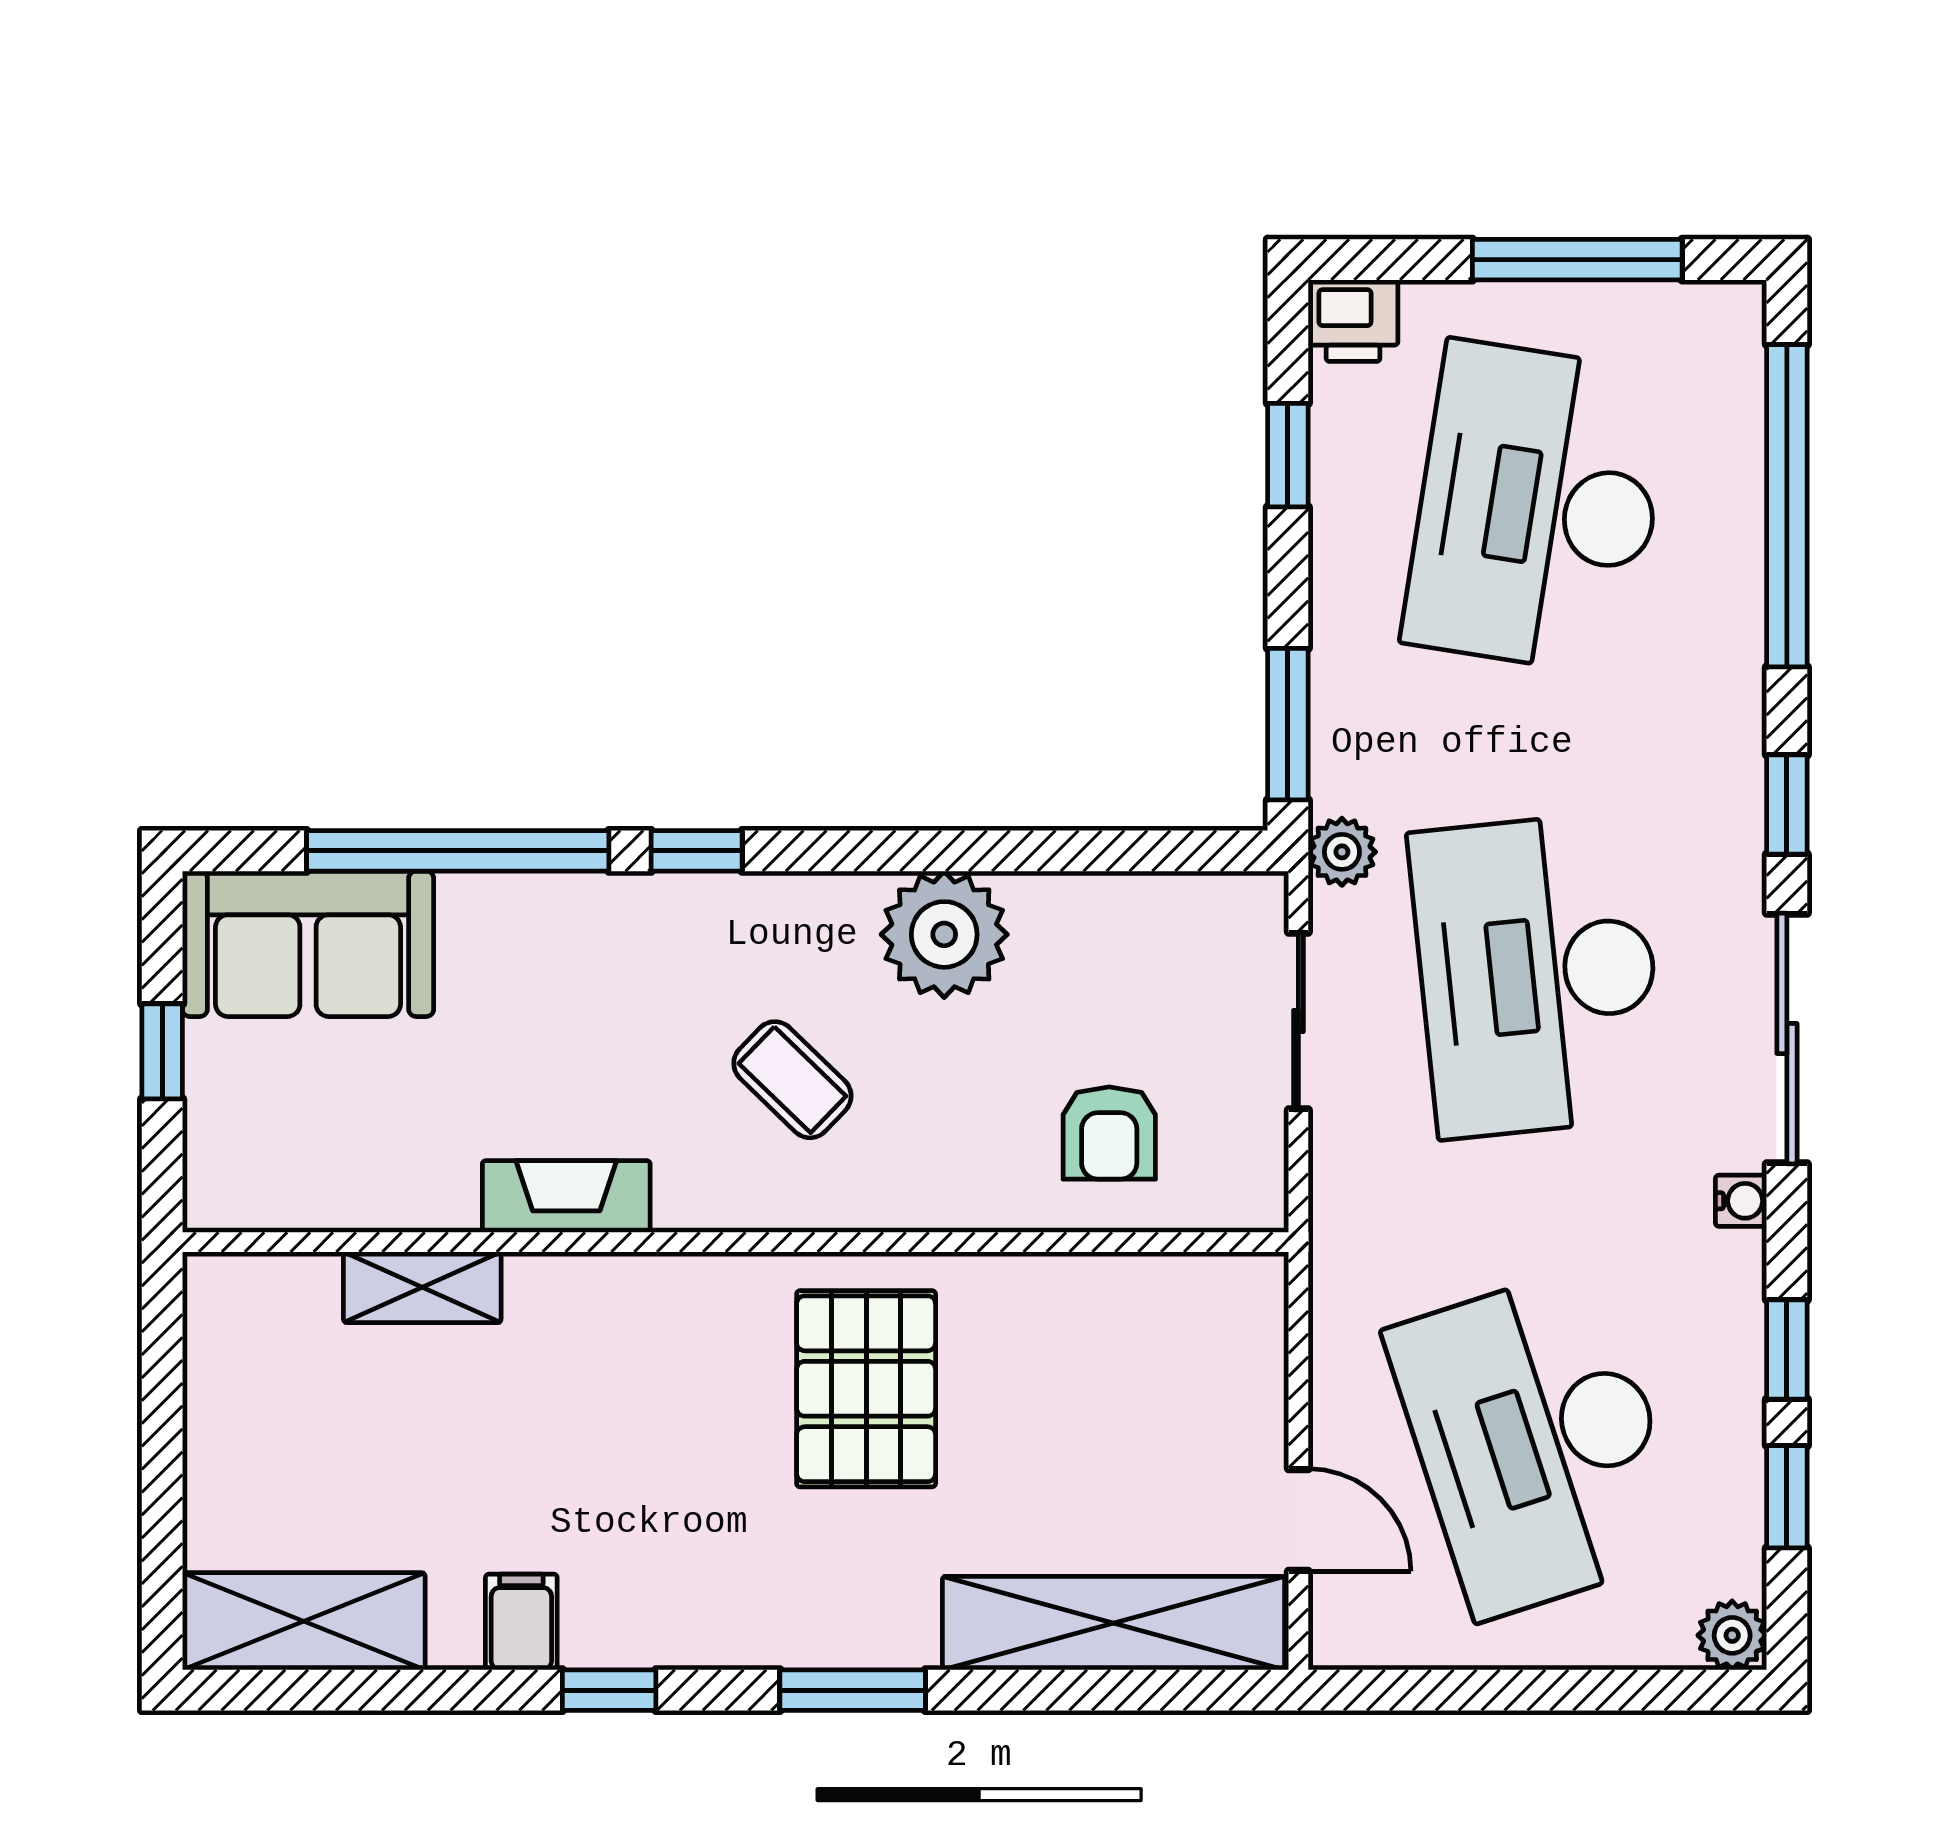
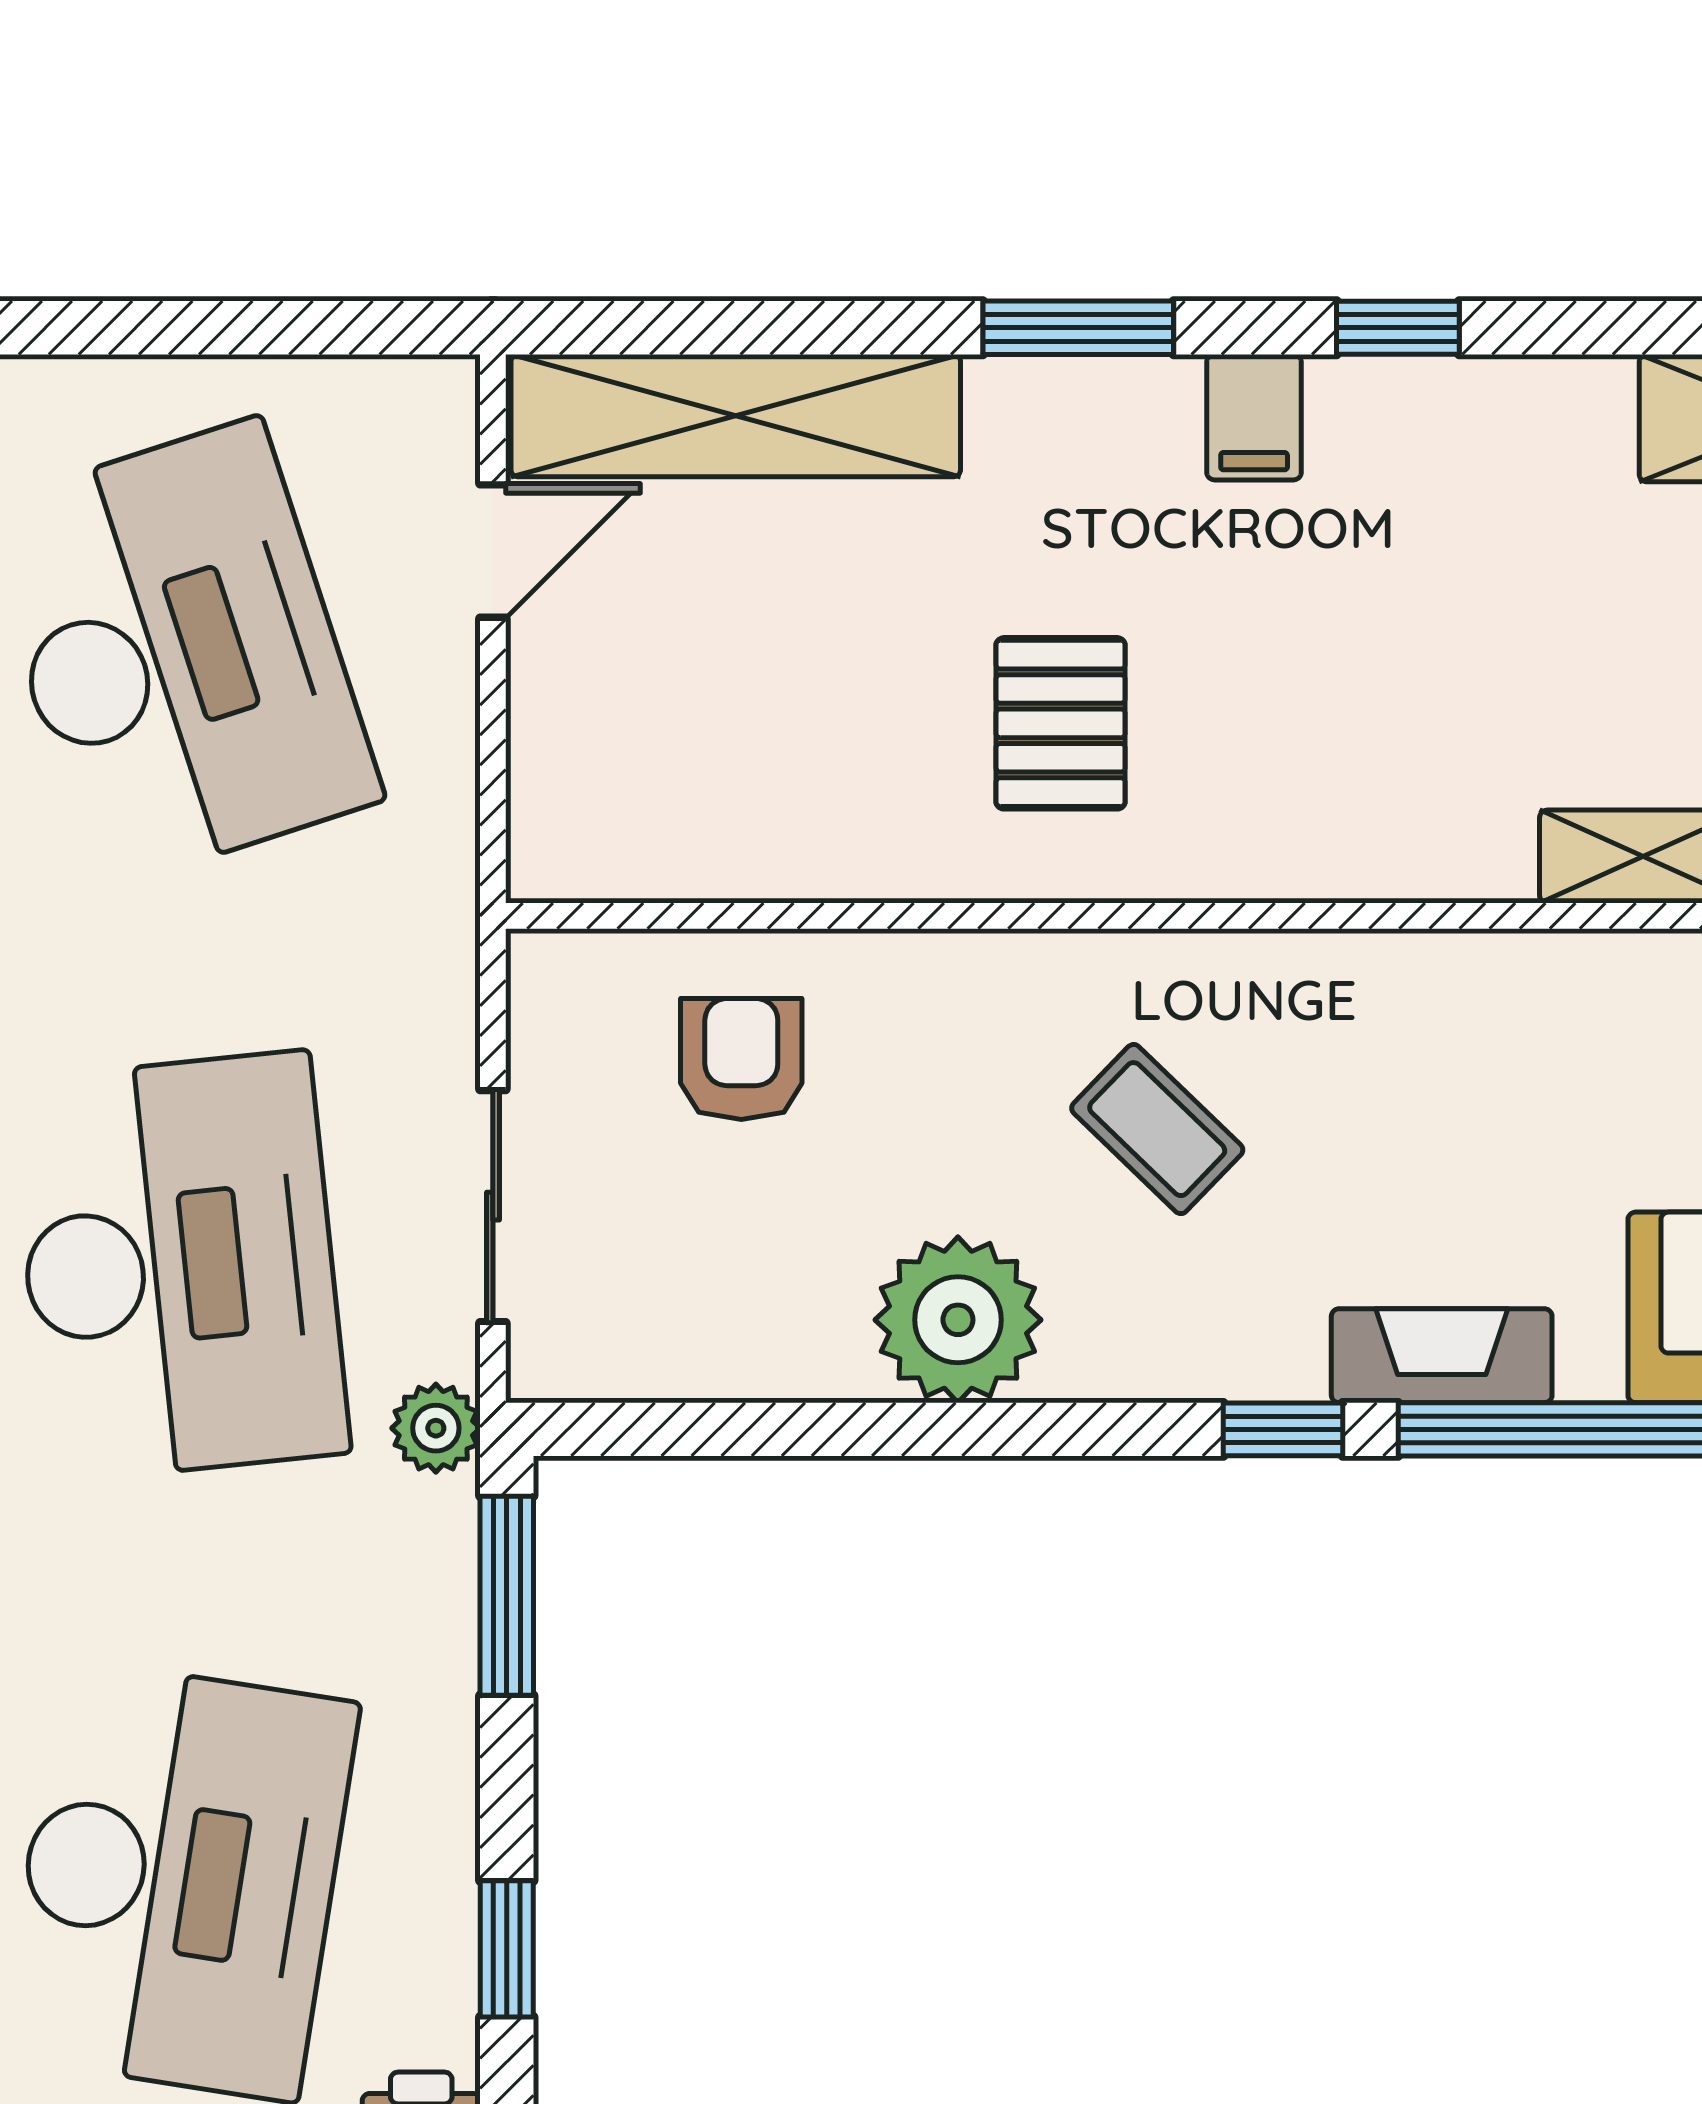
fireplace: (566, 1197) -> (1442, 1356), moved, turned 180
pallet: (866, 1389) -> (1061, 723), width x0.67, depth x0.71
door: (1298, 1520) -> (493, 551), swing flipped
filing cabinet: (521, 1622) -> (1254, 417), moved

